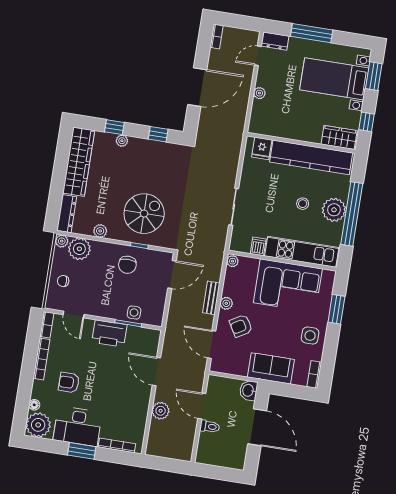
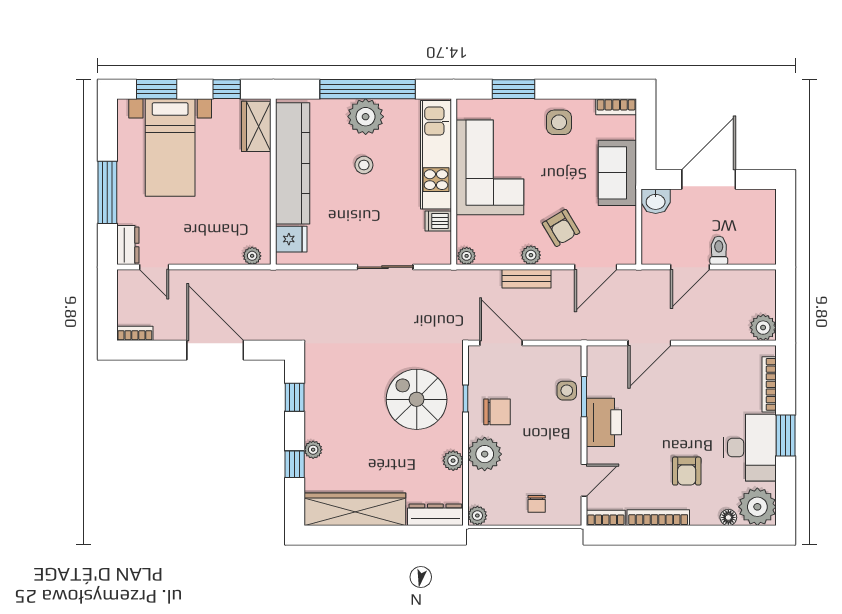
plant: (259, 93) -> (252, 256), moved
plant: (79, 249) -> (485, 454), moved
plant: (161, 411) -> (763, 328), moved

